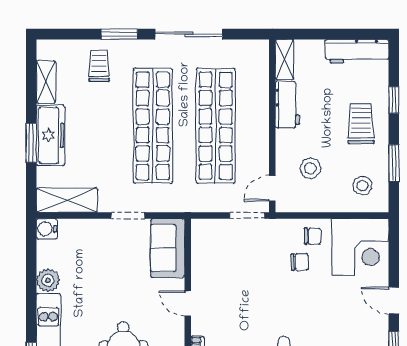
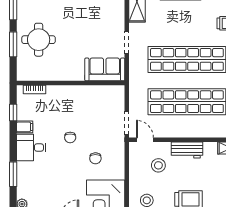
workbench: (287, 105) -> (187, 150), moved
chair: (312, 236) -> (70, 138), moved
door: (188, 303) -> (68, 83), removed

